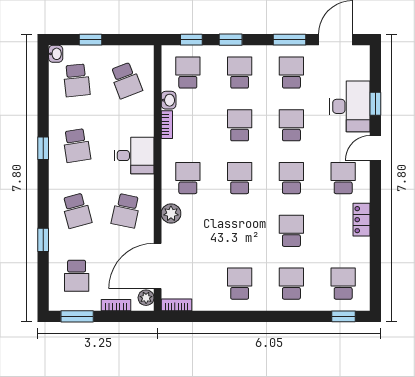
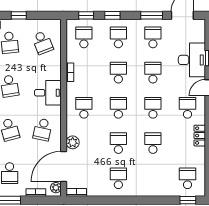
washbasin: (169, 100) -> (71, 56), removed
plant: (171, 213) -> (73, 142), moved
school desk: (291, 284) -> (118, 143), moved

